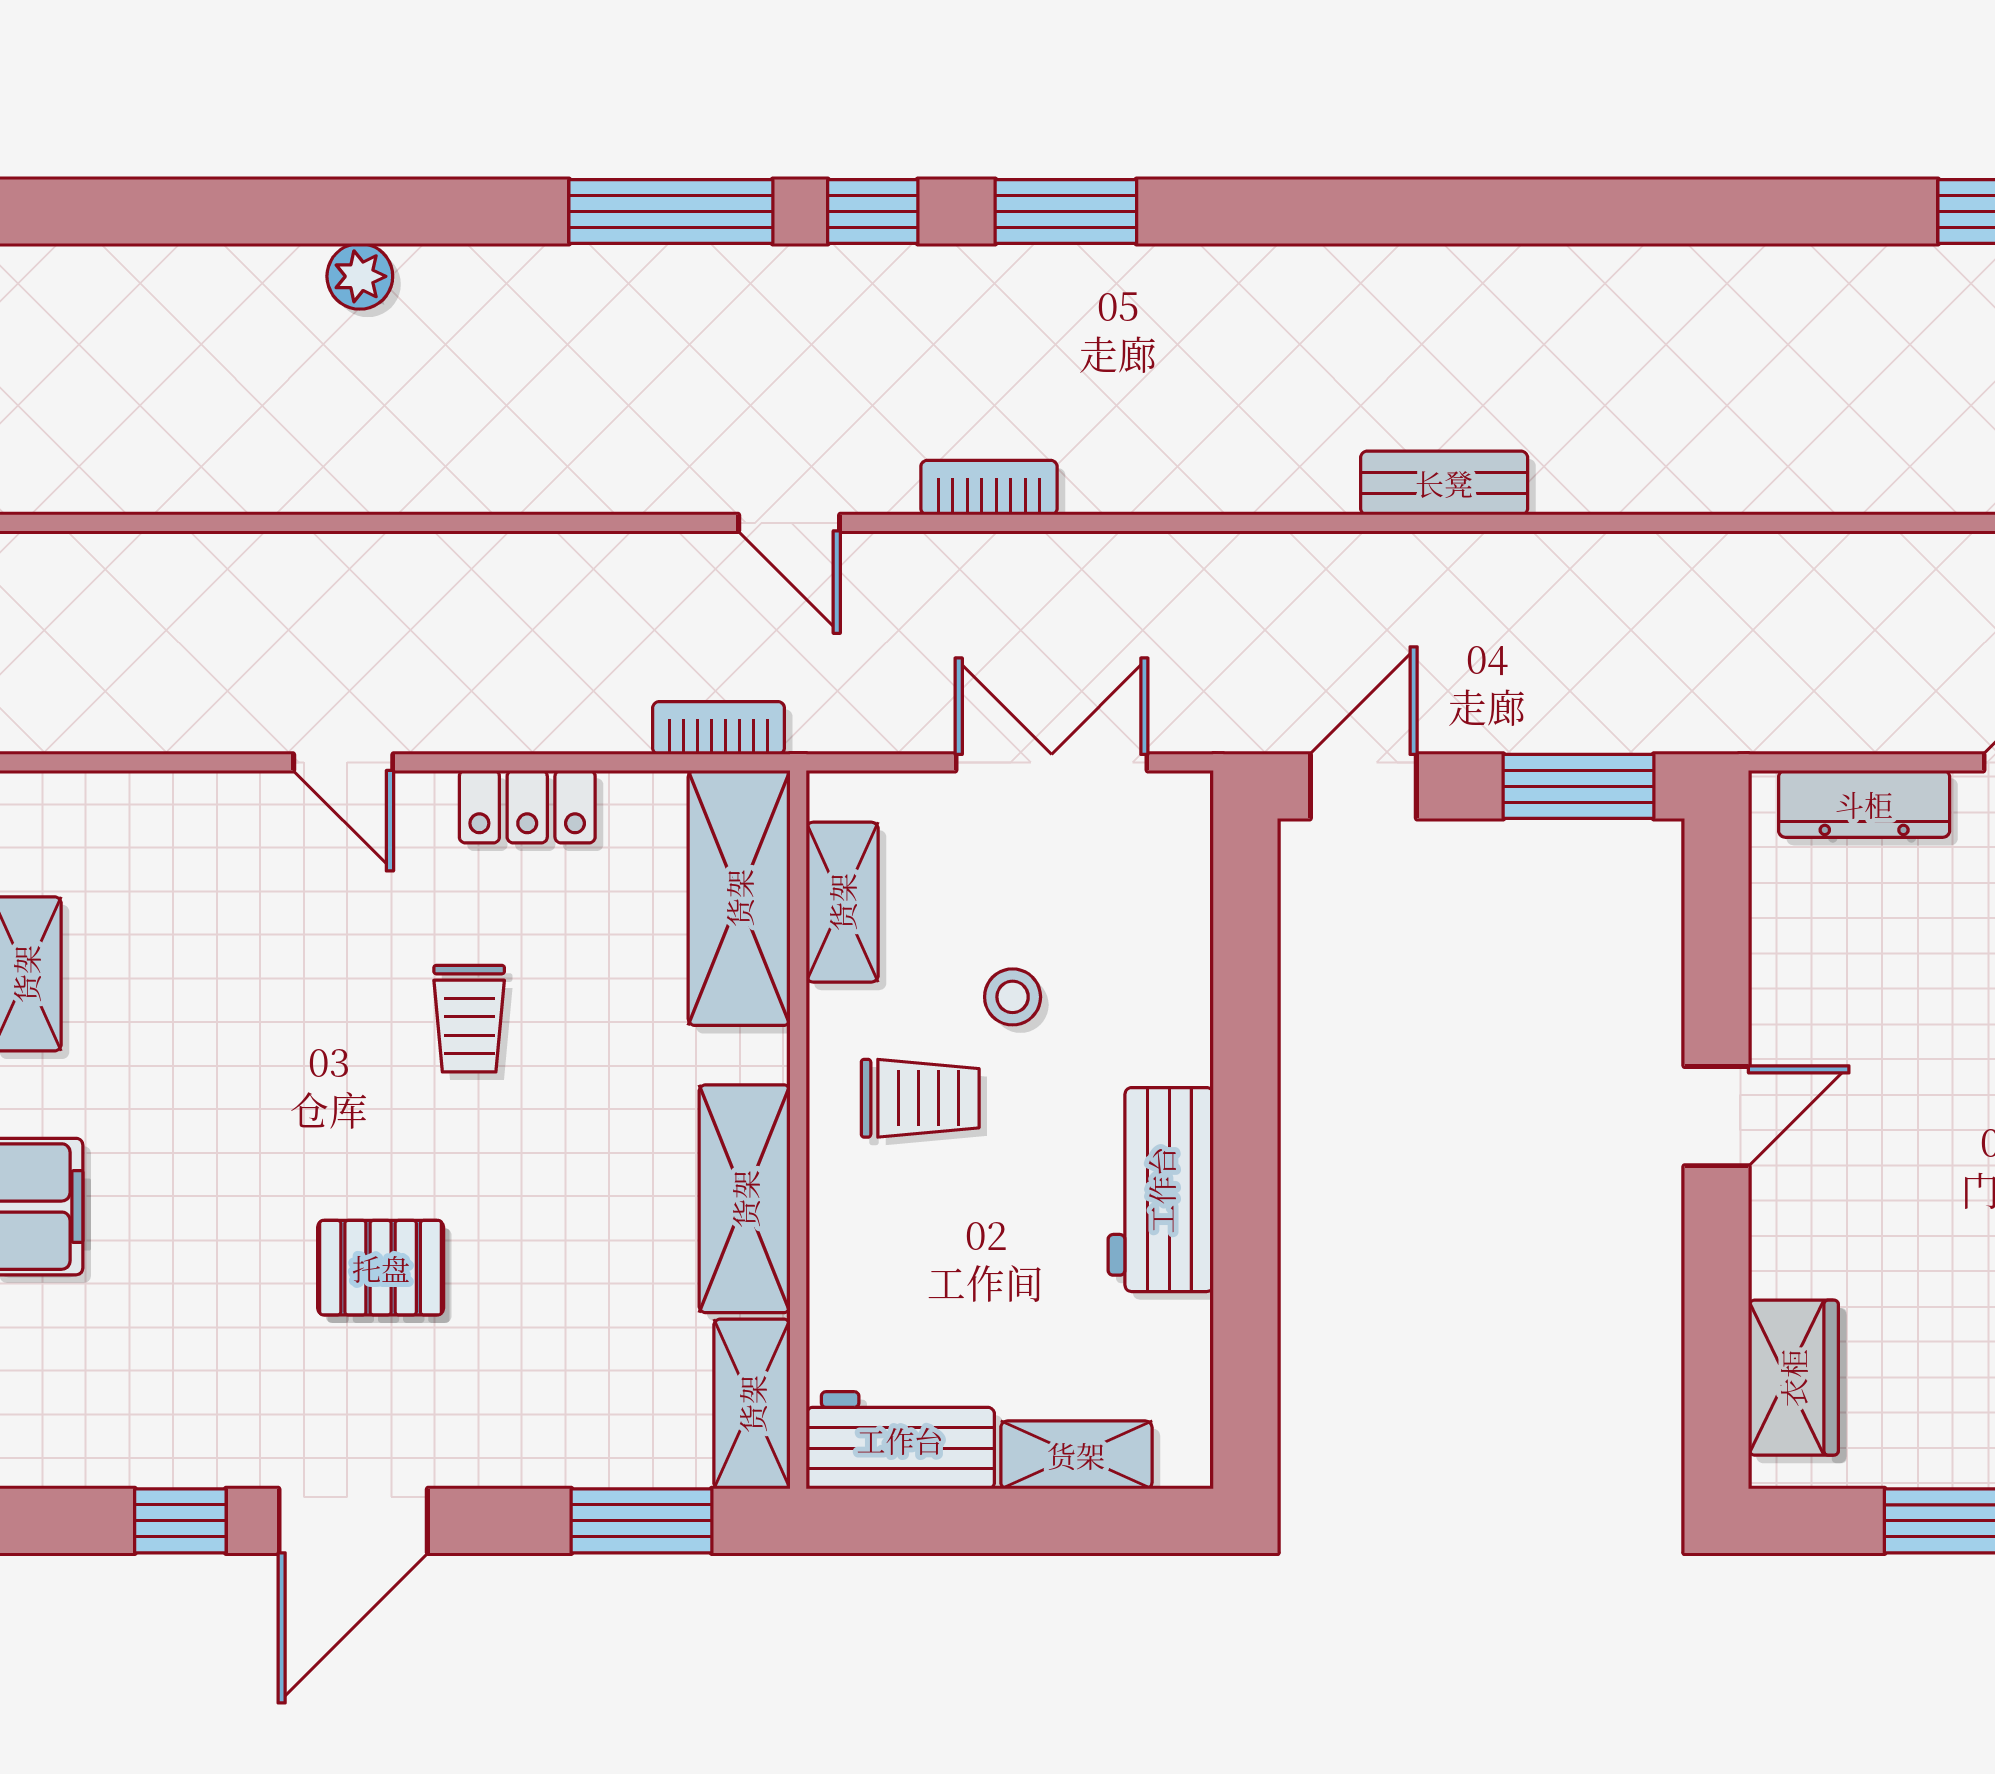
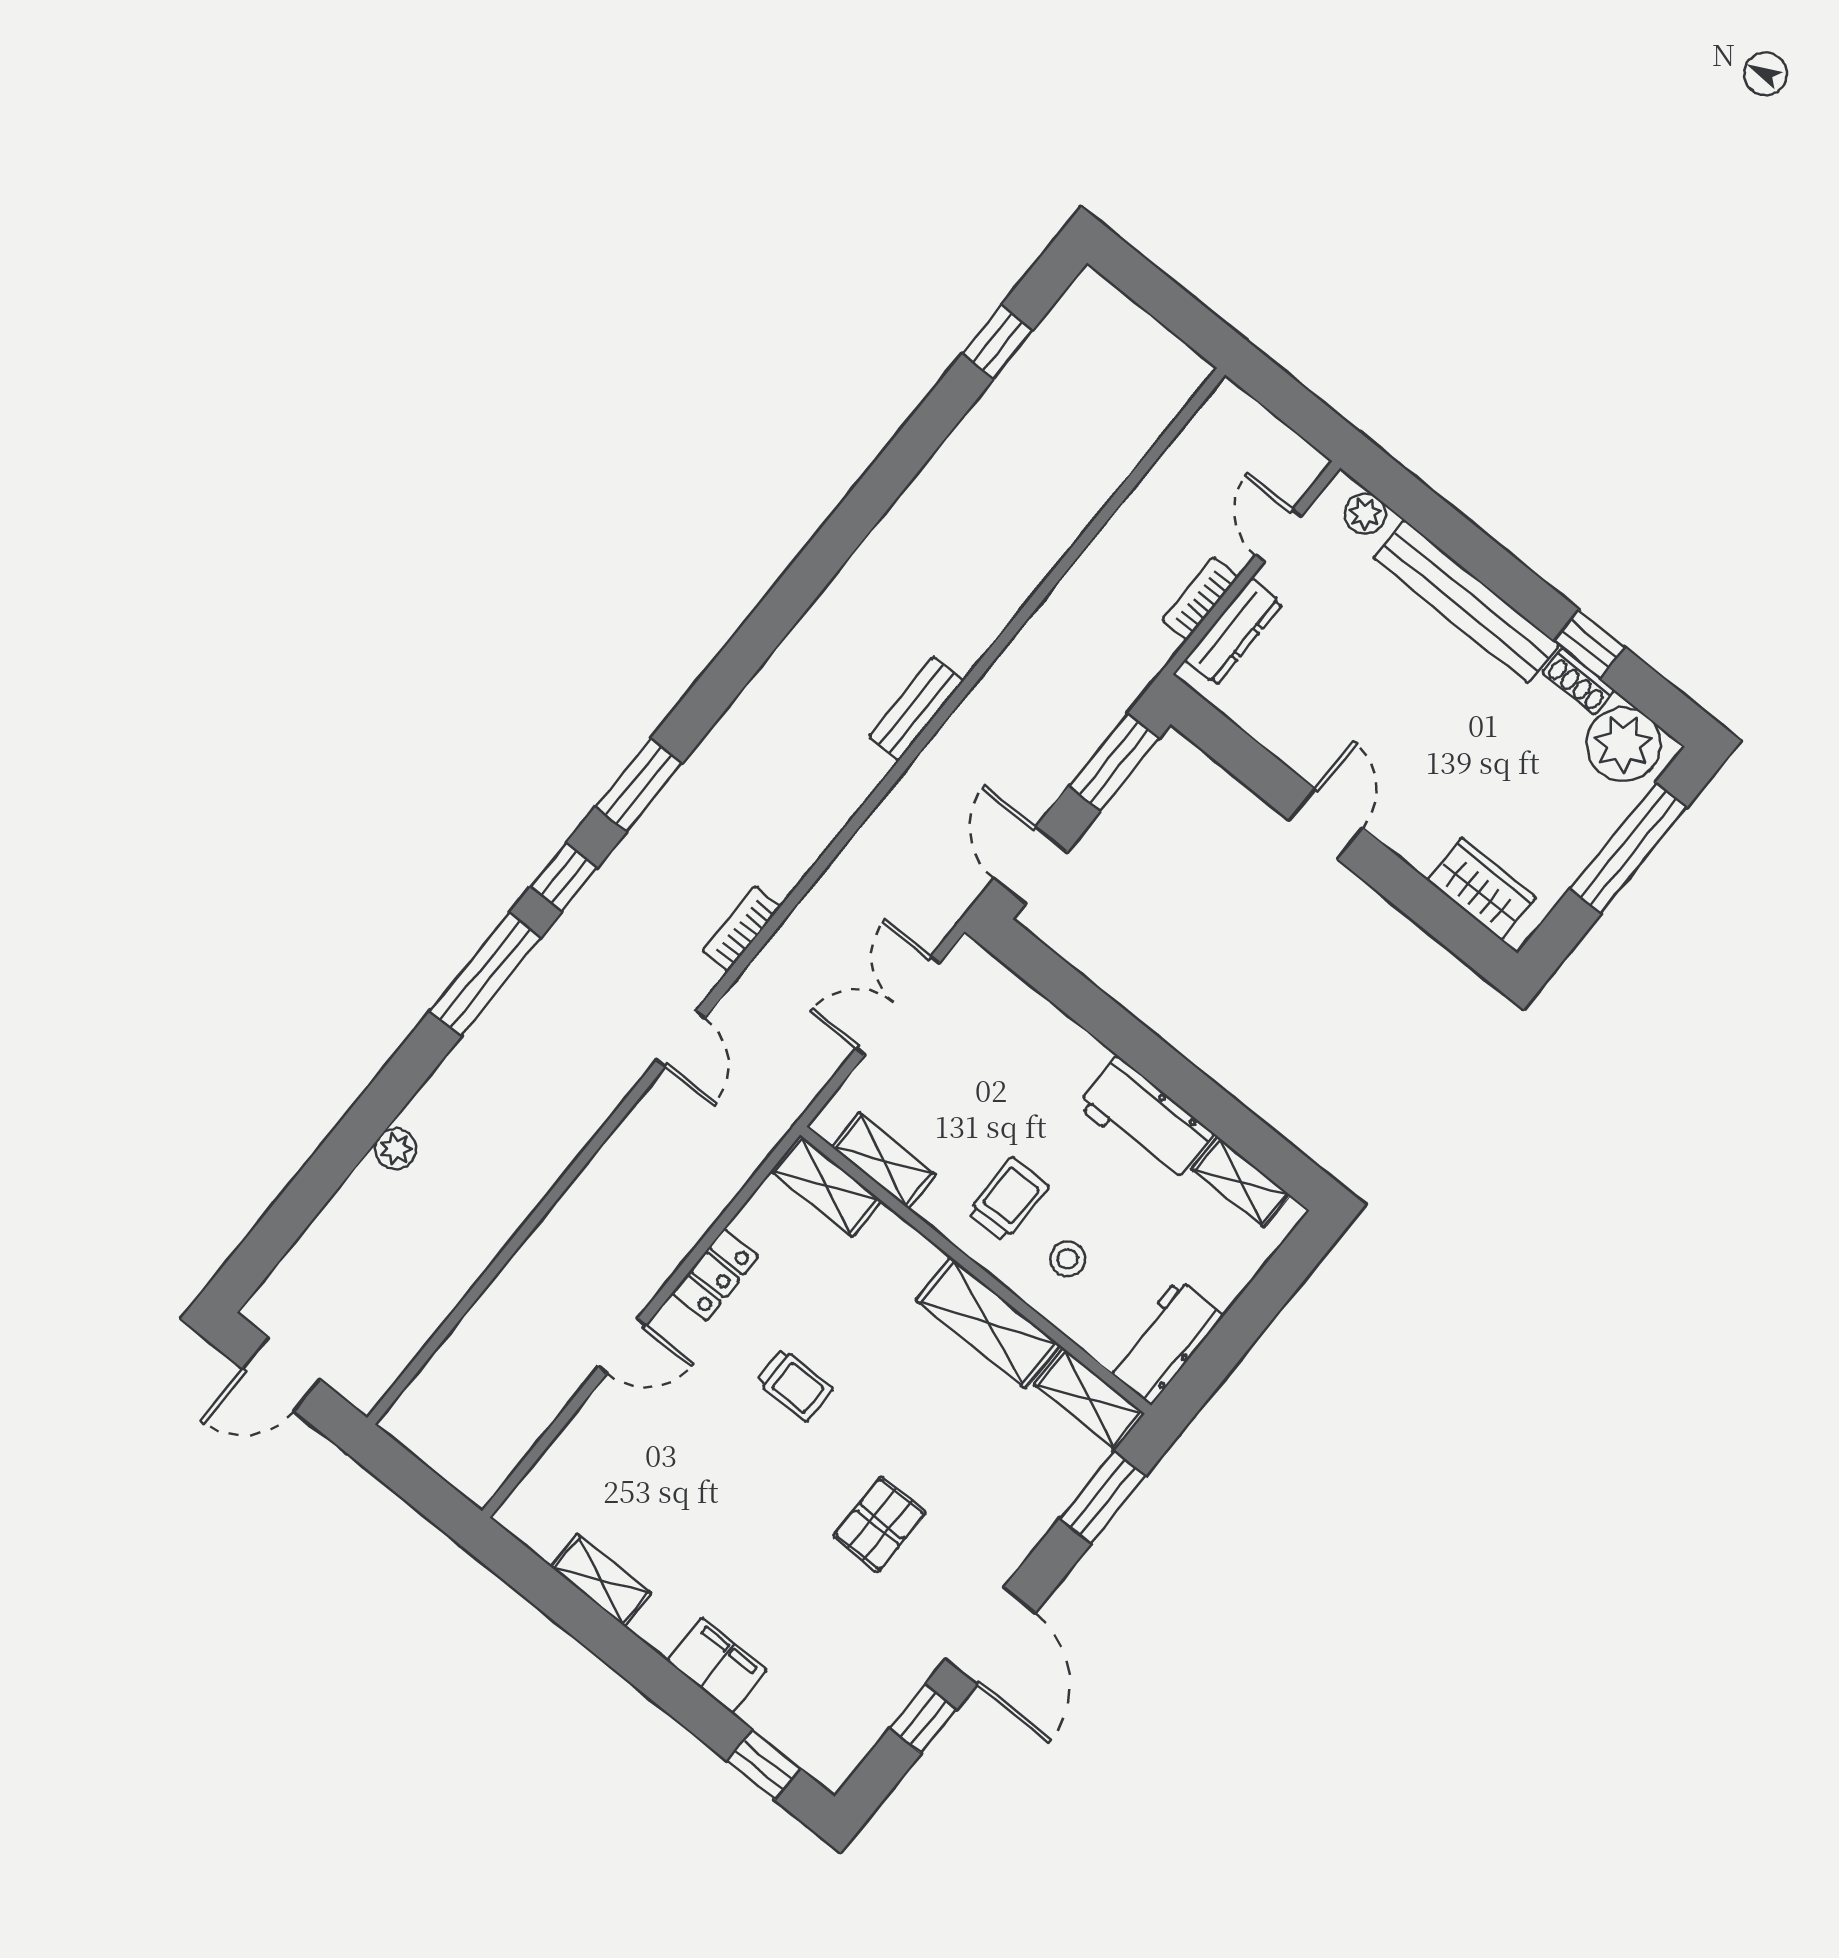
door: (789, 523) -> (681, 1039), hinge flipped
bookcase: (719, 728) -> (1200, 599), moved
shelving: (739, 898) -> (826, 1186), width x0.67, depth x0.75
stool: (1013, 997) -> (1068, 1259), moved
shelving: (1076, 1455) -> (1241, 1182), moved, turned 90

